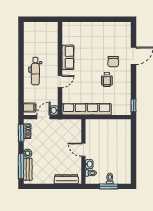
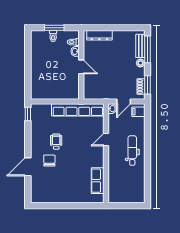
row of seats: (68, 57) -> (98, 181), moved

